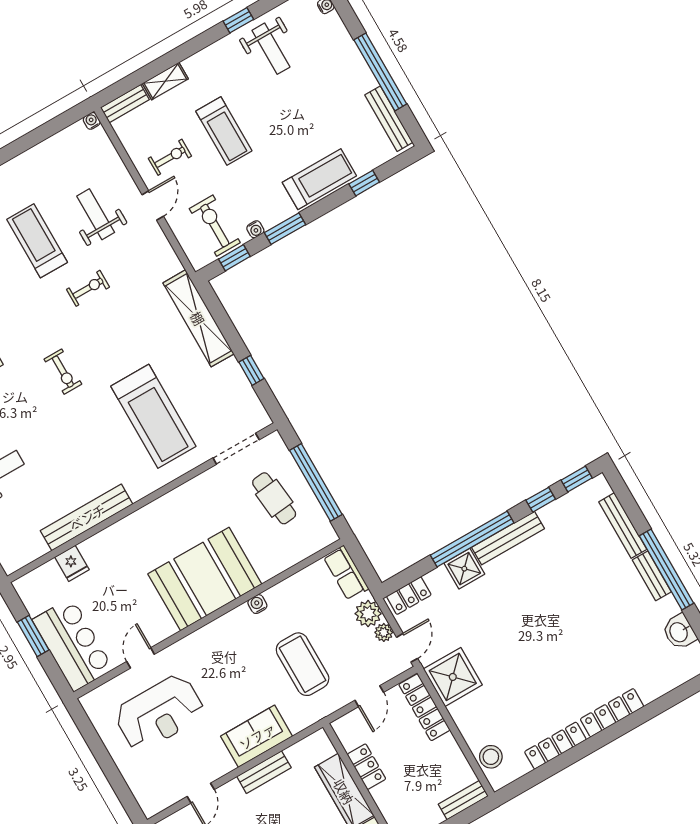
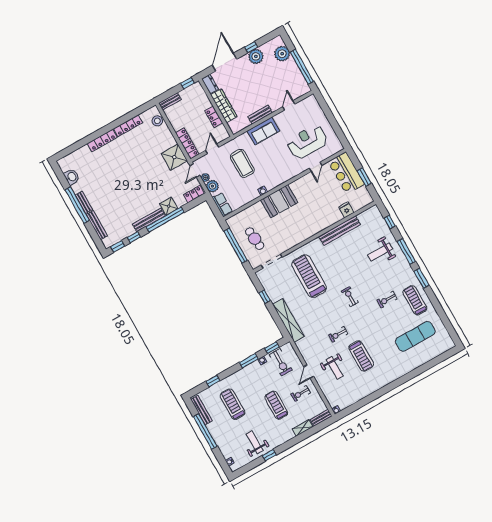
treadmill: (319, 179) -> (233, 404), moved, turned 90
booth: (205, 579) -> (279, 201), width x0.73, depth x0.70

